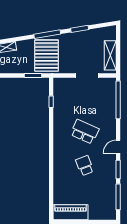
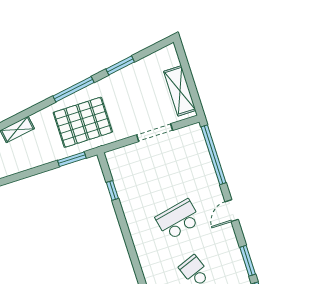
pallet: (47, 56) -> (83, 122), turned 90
school desk: (85, 132) -> (178, 220), turned -36
door: (118, 147) -> (232, 211), moved

